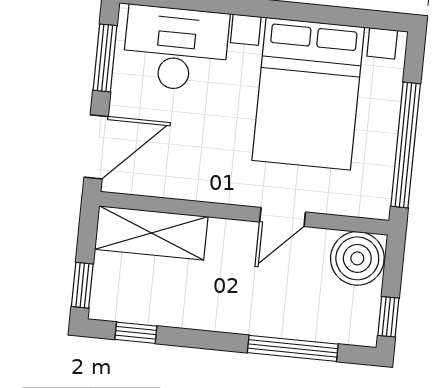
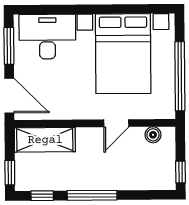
door: (96, 147) -> (9, 96), hinge flipped
boiler: (357, 258) -> (153, 135), width x0.54, depth x0.54
window: (293, 348) -> (92, 195), moved

